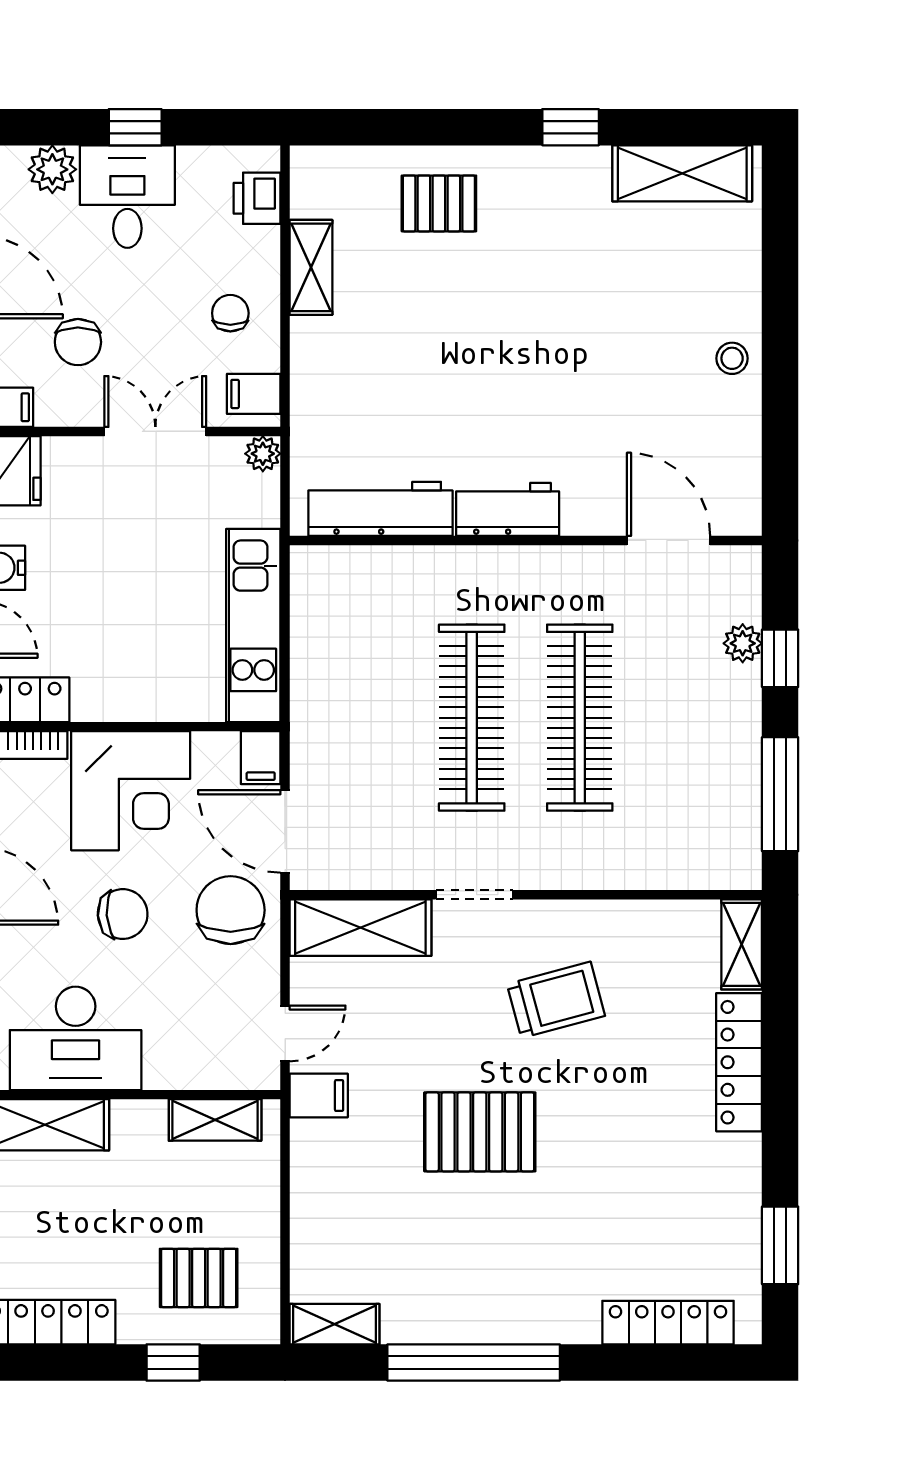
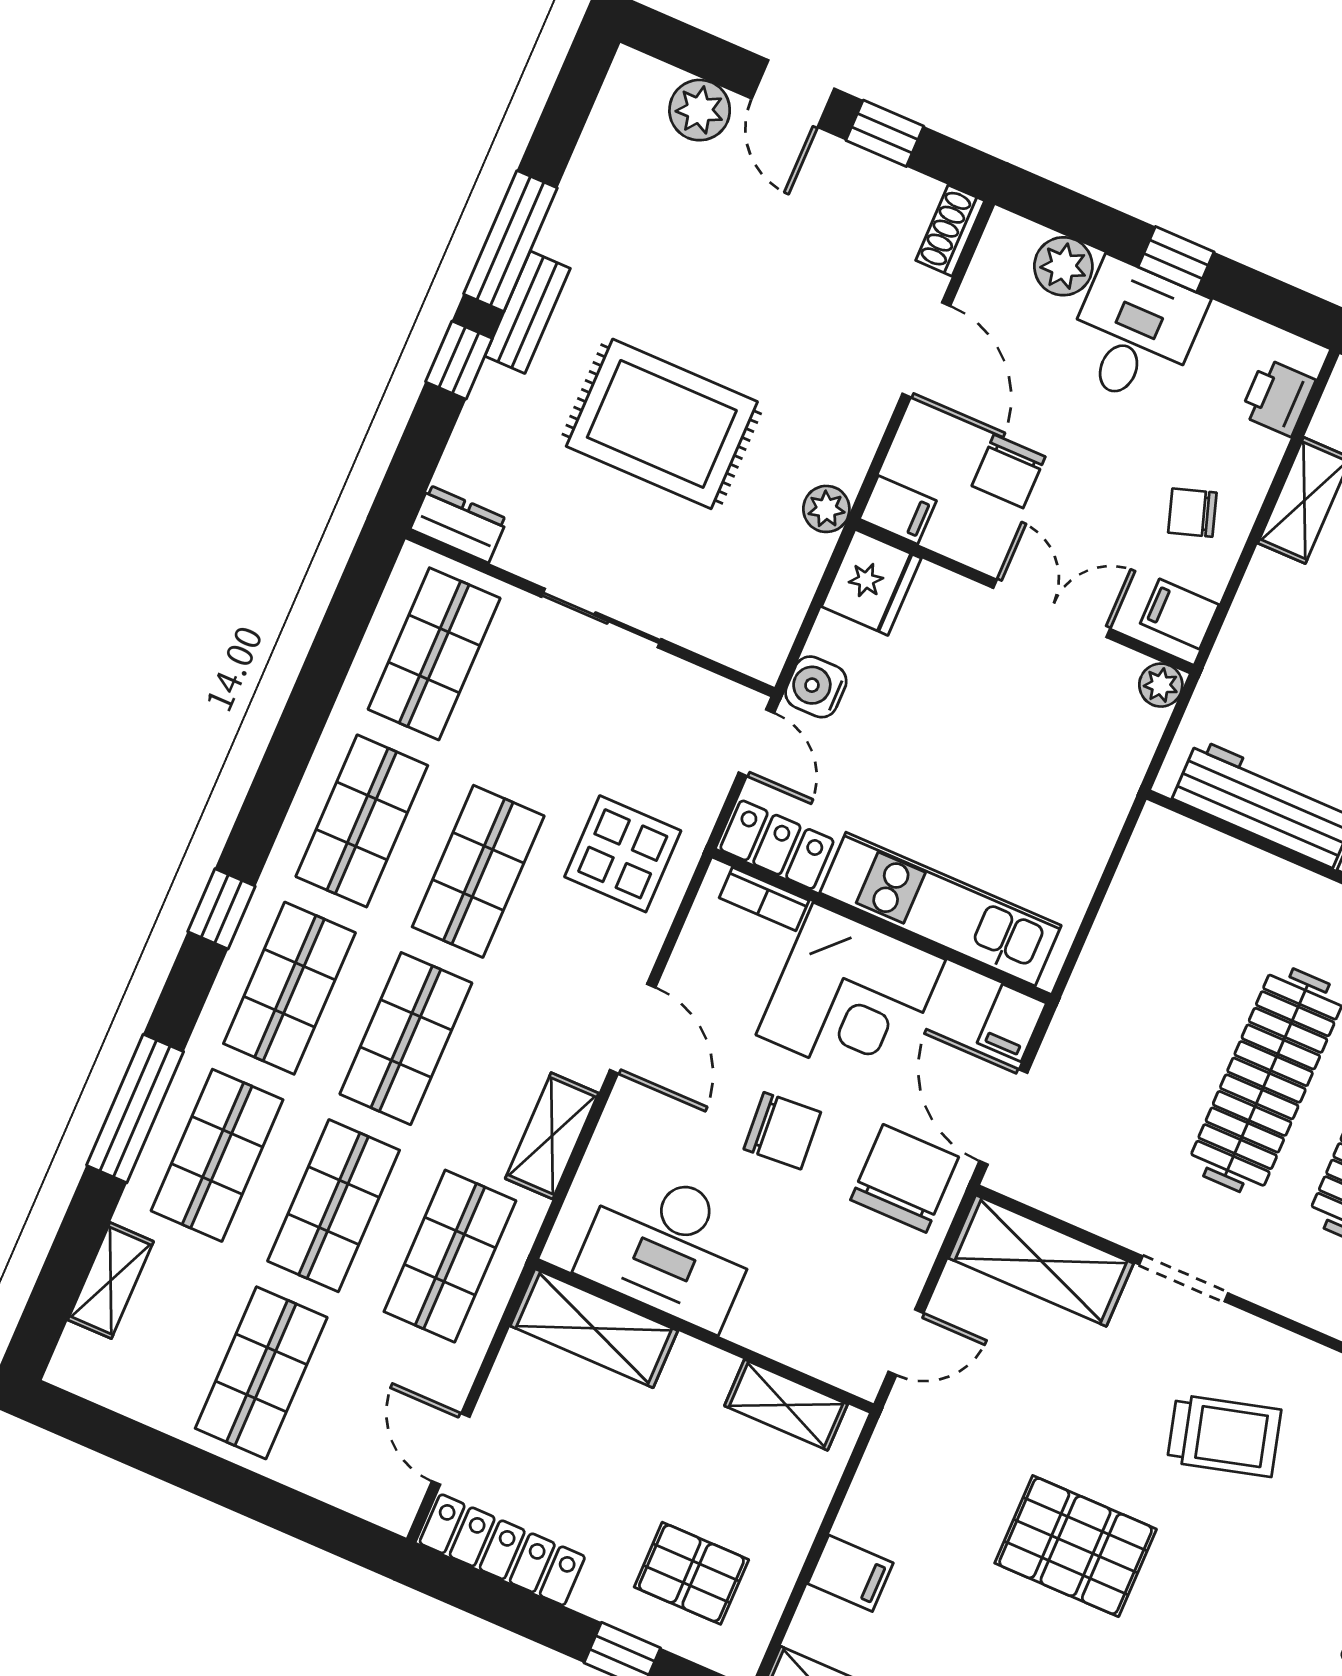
chair: (230, 313) -> (1192, 513), turned -108
kitchen unit: (253, 626) -> (940, 909), moved, turned 90
filing cabinet: (319, 1096) -> (850, 1573), moved

